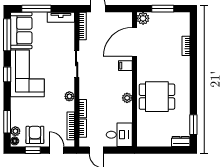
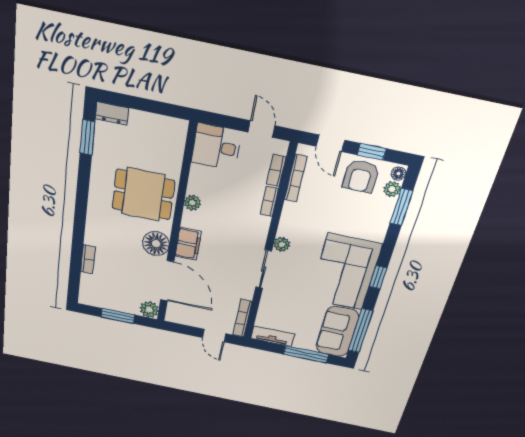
door: (134, 42) -> (167, 281), hinge flipped
filing cabinet: (125, 66) -> (188, 244), width x2.00
floor lamp: (145, 66) -> (156, 244), added
plant: (69, 96) -> (282, 244), moved

